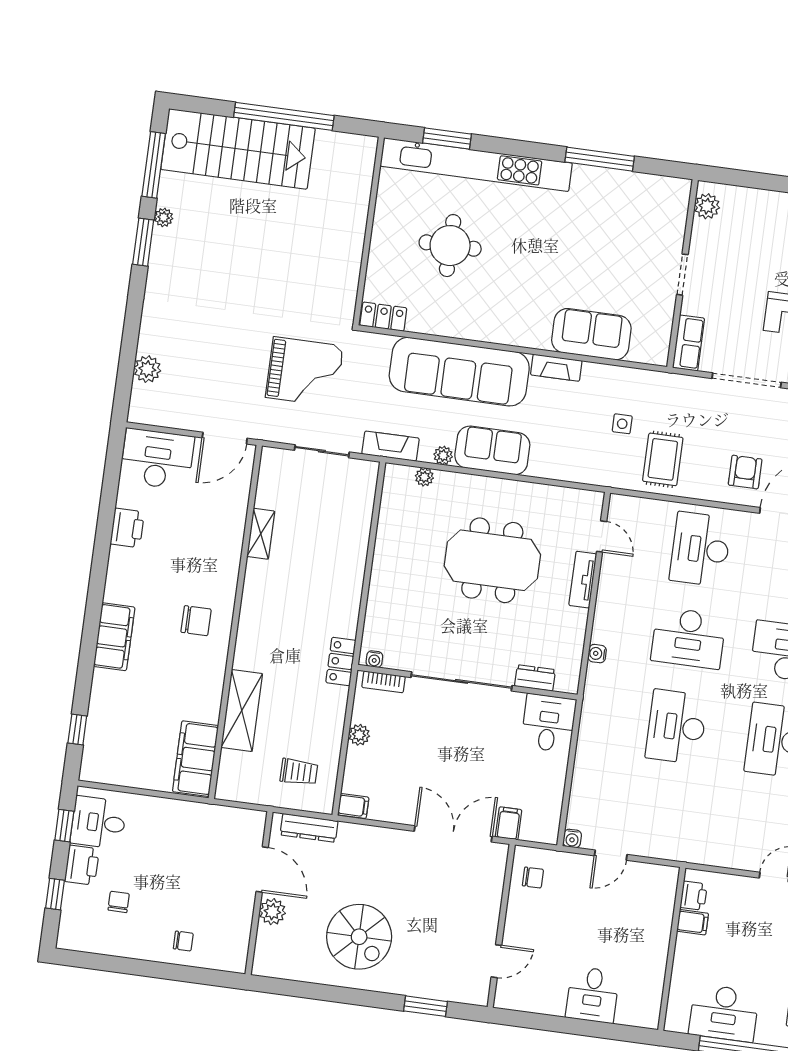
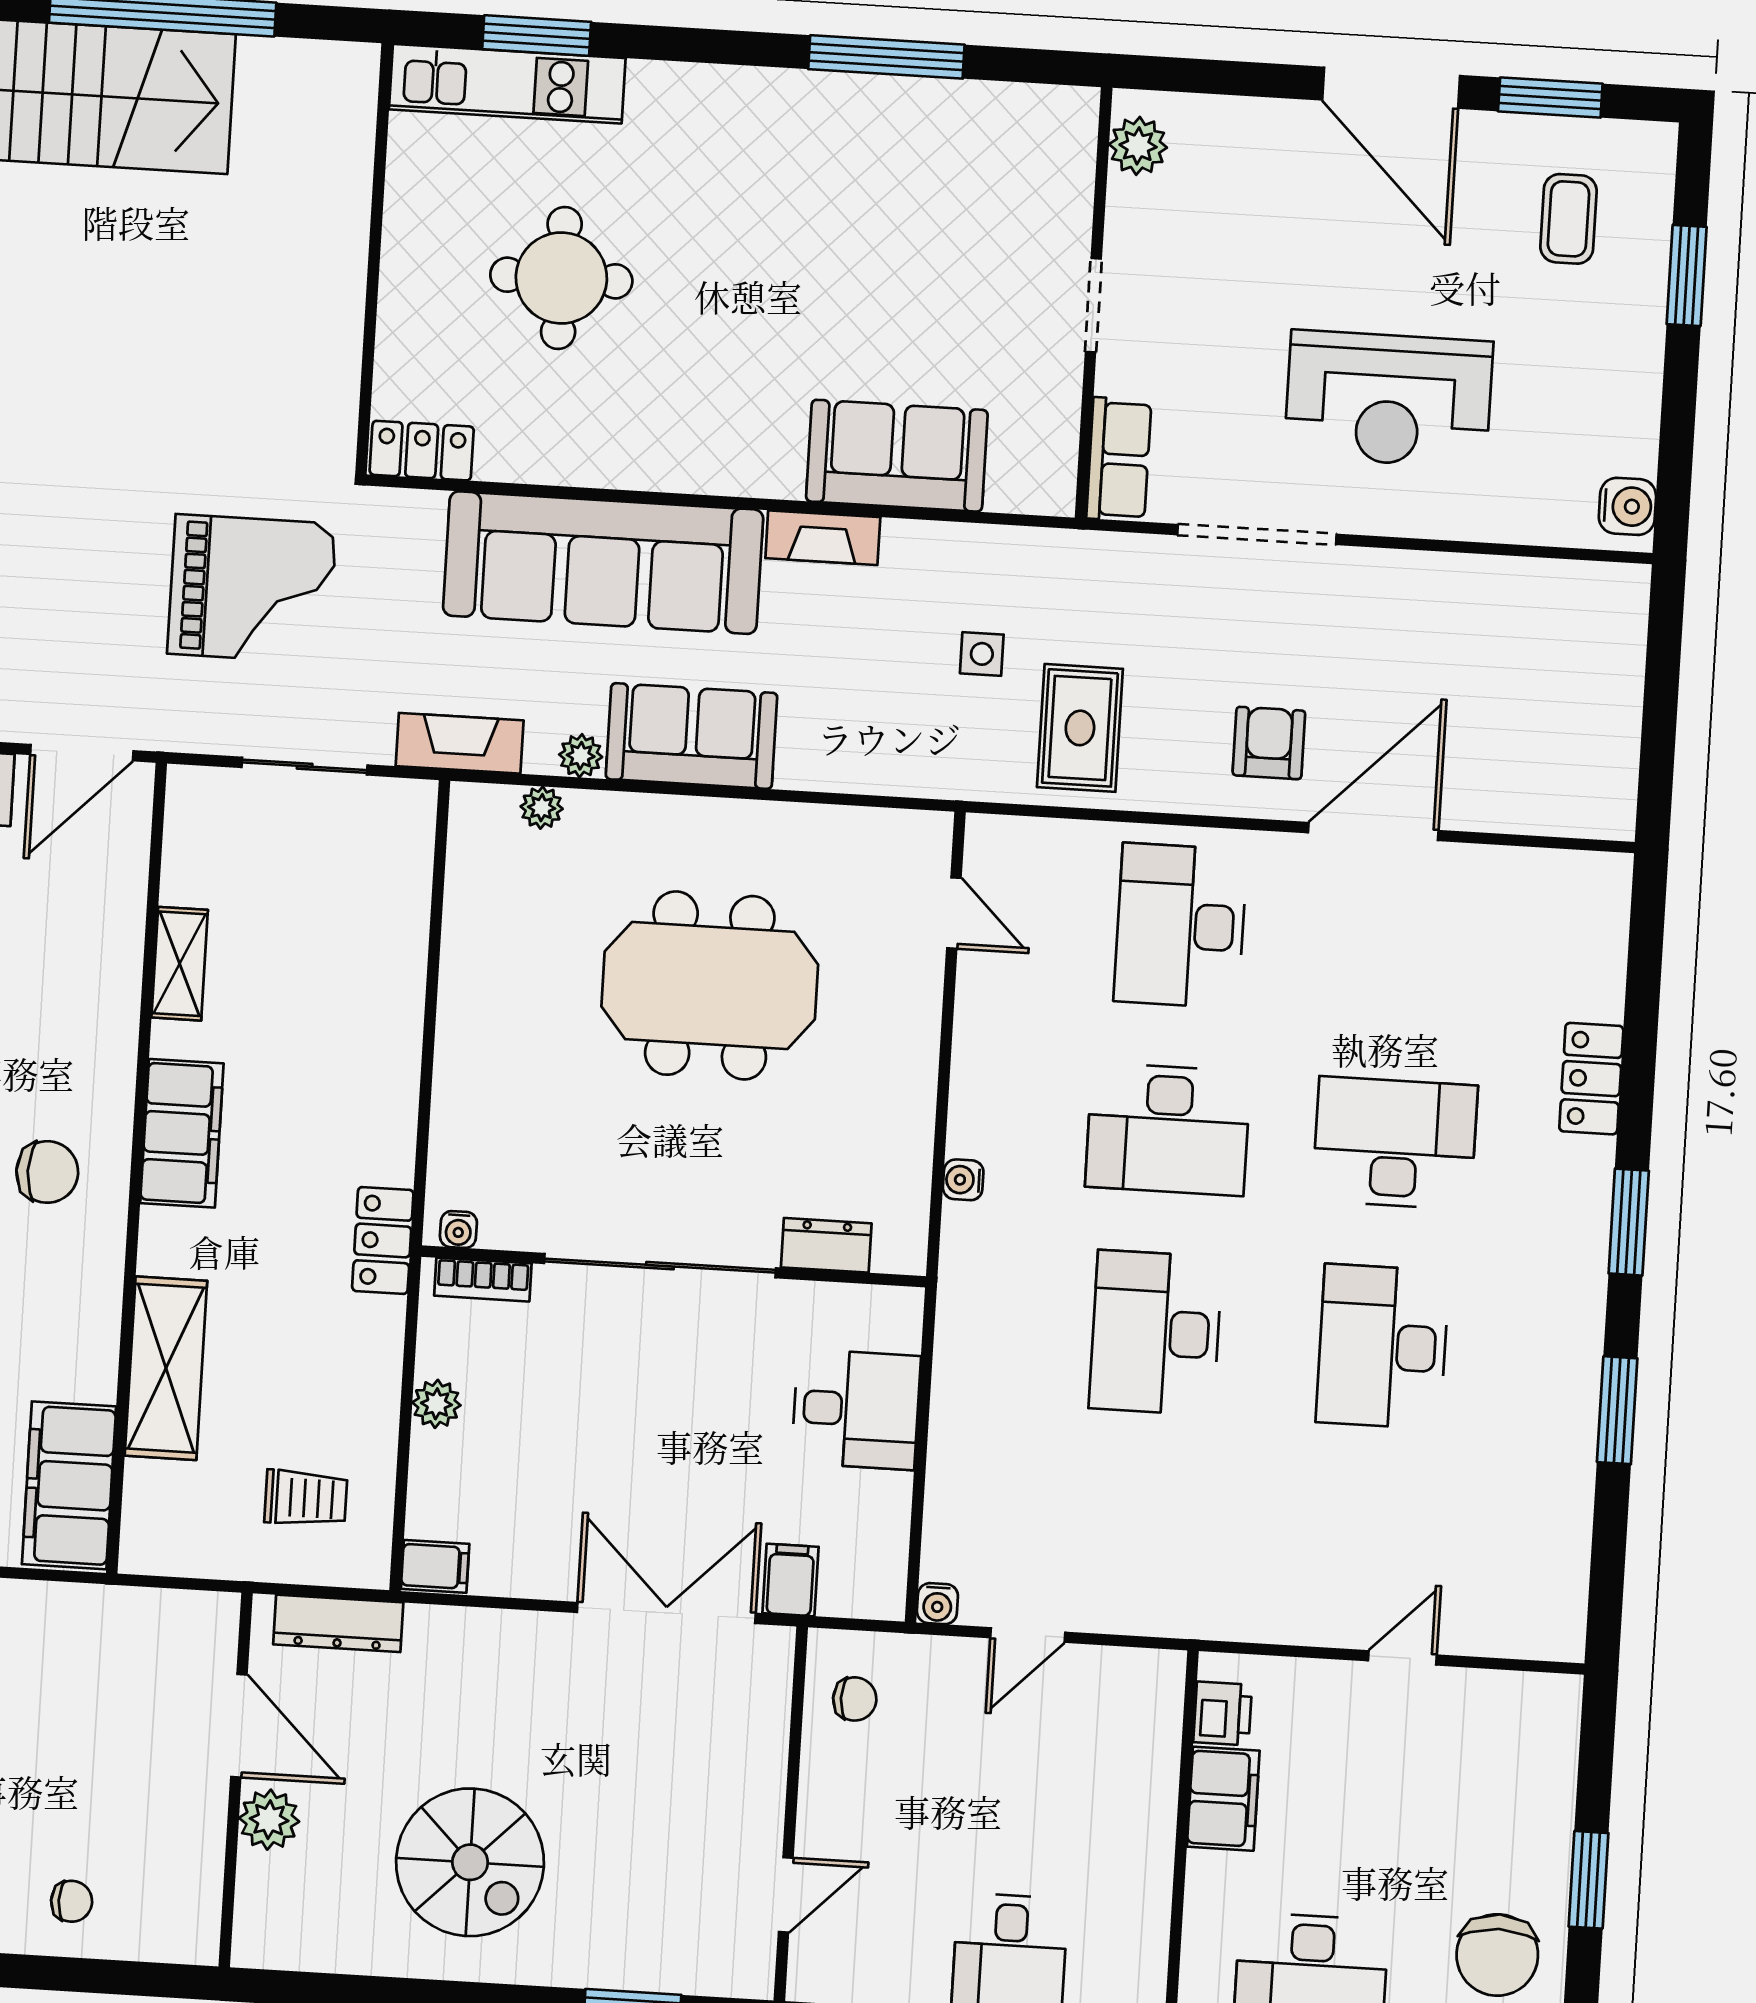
kitchen unit: (476, 165) -> (507, 84), width x0.54
tv unit: (583, 580) -> (918, 1014), removed
filing cabinet: (256, 608) -> (182, 1133), added
desk: (548, 723) -> (856, 1409), moved, turned 90
filing cabinet: (693, 922) -> (1223, 1799), width x2.00

